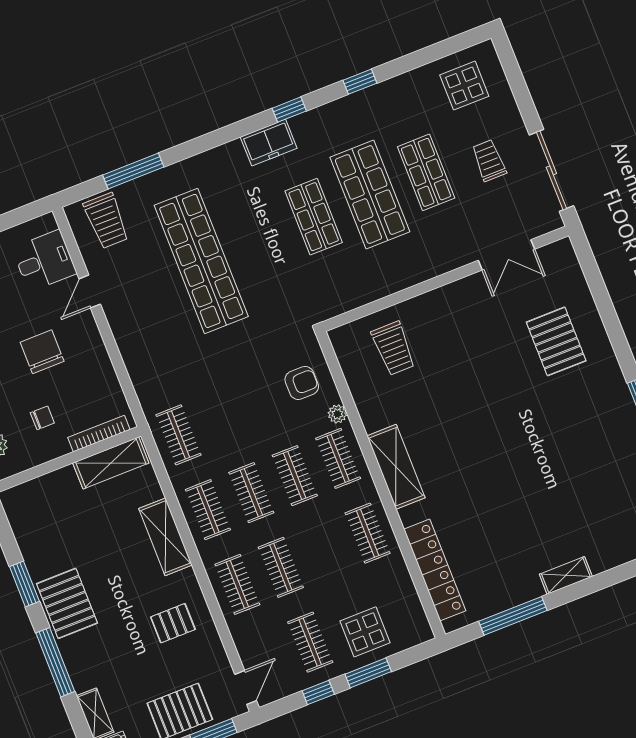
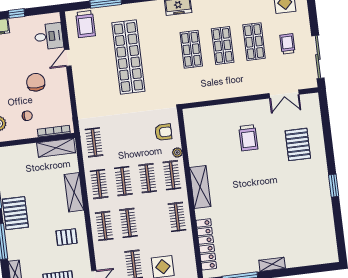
shop shelf: (370, 195) -> (223, 45), width x0.70, depth x0.74
trolley: (393, 348) -> (248, 138), moved

